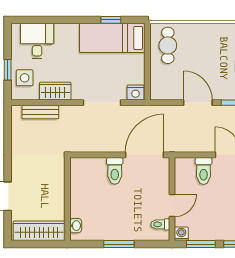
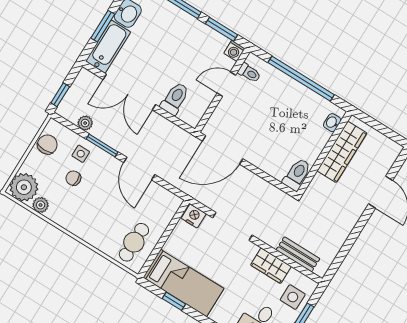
toilet: (115, 171) -> (297, 174), moved
wardrobe: (39, 231) -> (342, 152), moved, turned -90
window: (119, 244) -> (301, 79), width x2.11

